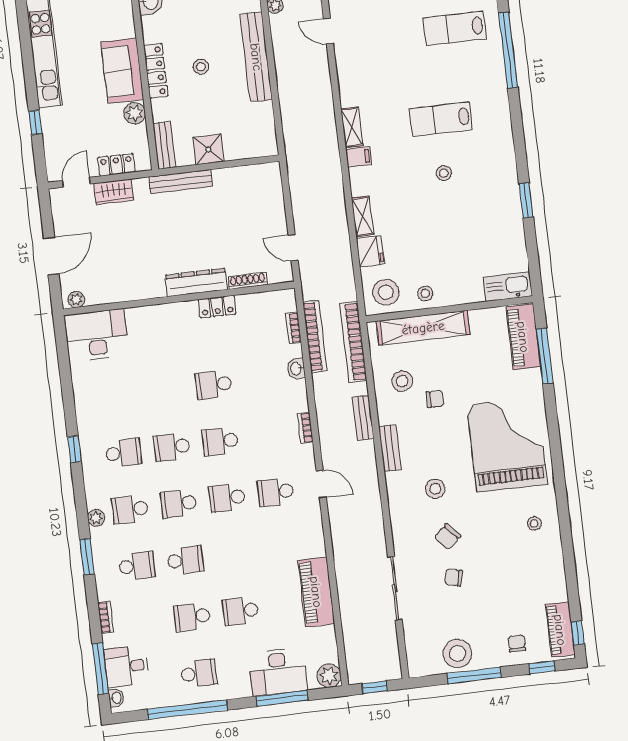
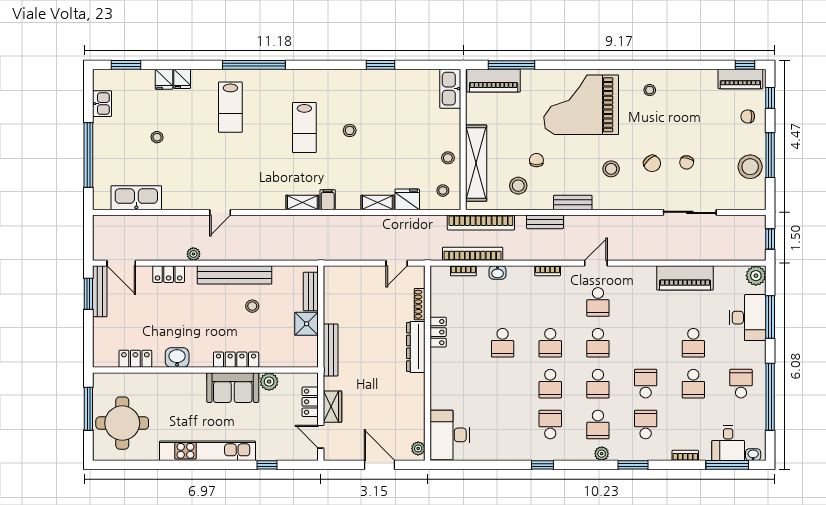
stool: (201, 67) -> (252, 306), moved
bench: (164, 145) -> (311, 291), moved, turned 90
stool: (386, 292) -> (443, 191), width x0.53, depth x0.53

